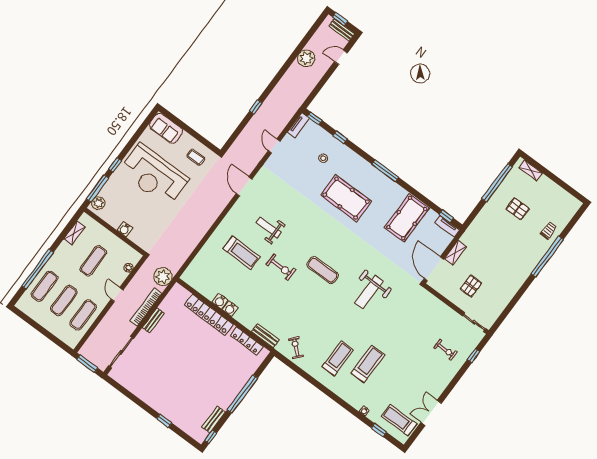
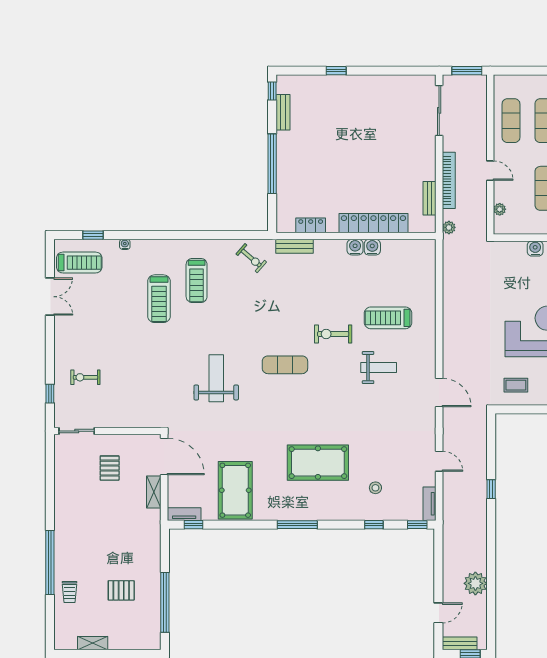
shelving: (531, 170) -> (93, 643), moved
plant: (163, 277) -> (449, 227), width x0.53, depth x0.53
bench: (153, 320) -> (429, 198), moved
locker: (247, 341) -> (311, 225), width x0.66

